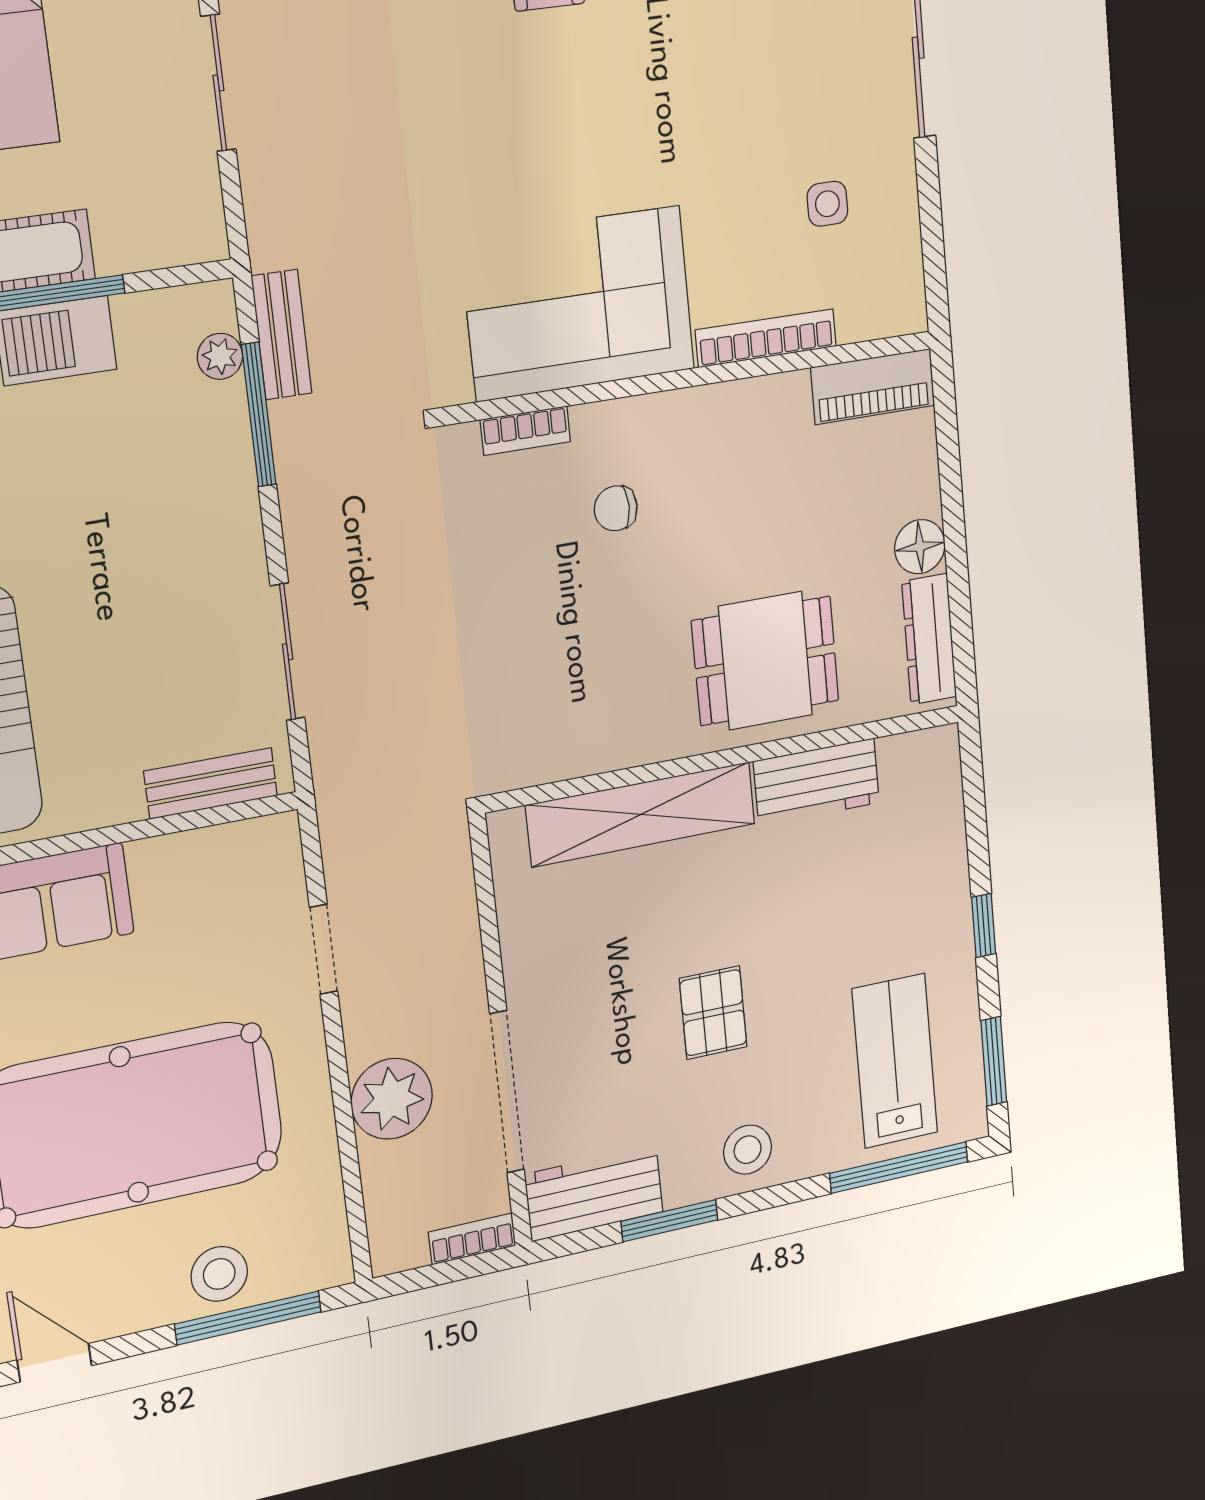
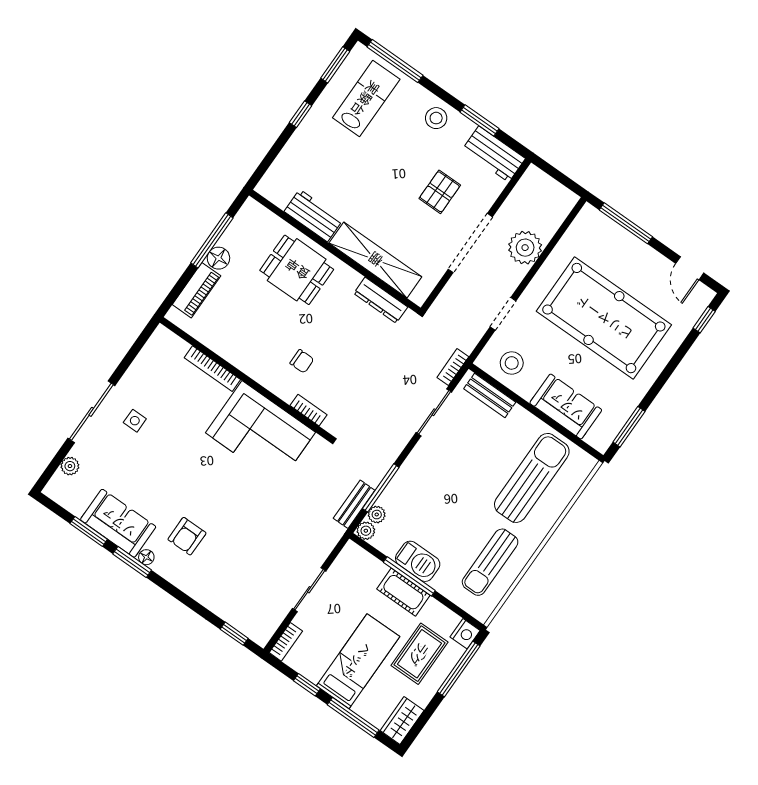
side table: (827, 204) -> (135, 421), moved
plant: (213, 305) -> (366, 531), added
piano: (873, 387) -> (197, 290), moved, turned 90
window: (957, 566) -> (212, 240), added
dresser: (929, 639) -> (381, 300), moved, turned 90
pallet: (713, 1013) -> (440, 192), moved
lab bench: (895, 1061) -> (366, 99), turned 180
doorway: (507, 1092) -> (470, 243), moved
bookcase: (472, 1239) -> (453, 367), moved, turned 90
stool: (219, 1274) -> (512, 363), moved

